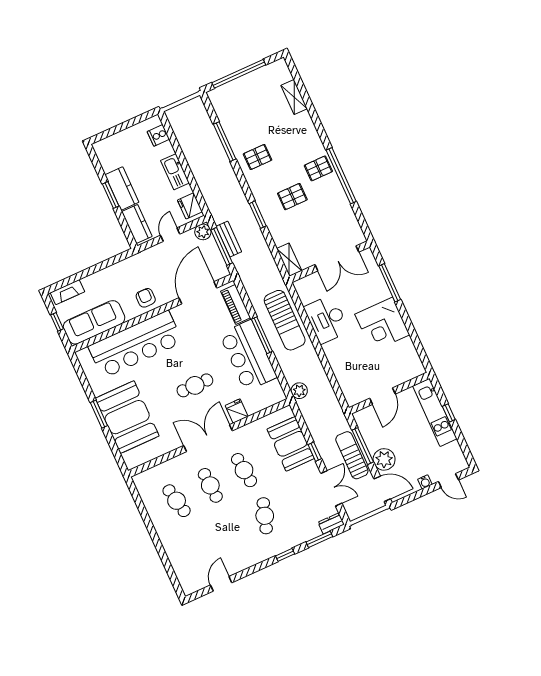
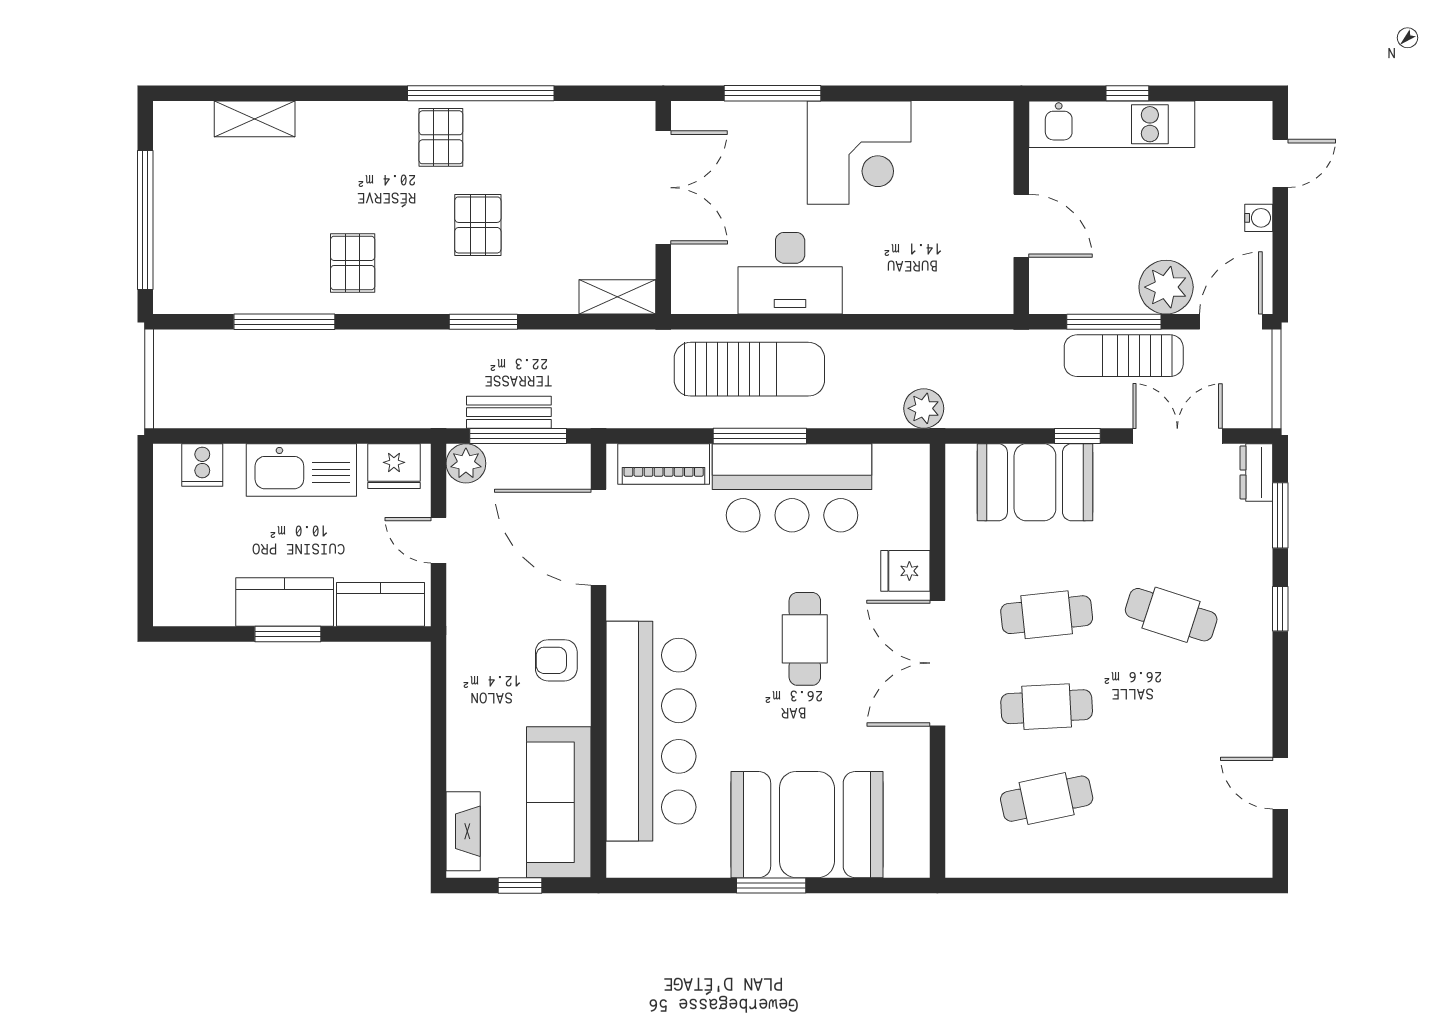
kitchen sink: (175, 172) -> (301, 470), width x1.36, depth x1.24

